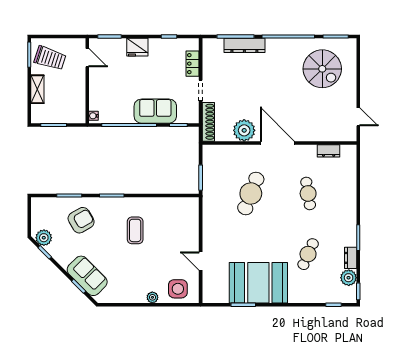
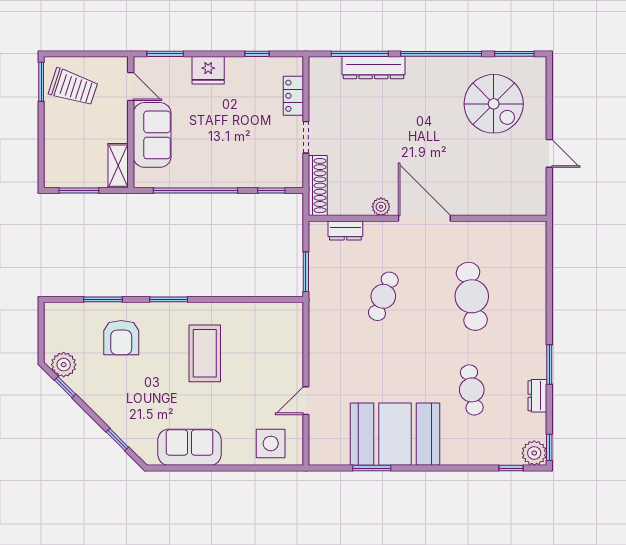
shelving: (37, 89) -> (118, 166), moved
sofa: (155, 111) -> (152, 135), moved, turned 90
water cooler: (94, 116) -> (141, 176), removed
door: (358, 117) -> (549, 153), moved
plant: (244, 130) -> (381, 207), width x0.53, depth x0.53
dresser: (329, 151) -> (345, 230), moved
cafe table: (251, 193) -> (383, 296), width x0.73, depth x0.74
cafe table: (308, 193) -> (472, 296), width x1.37, depth x1.35
armchair: (81, 220) -> (121, 338), turned 120
coffee table: (135, 230) -> (205, 353), width x1.36, depth x1.32
cafe table: (308, 254) -> (472, 390), turned -33
door: (201, 261) -> (306, 401), hinge flipped
sofa: (87, 276) -> (189, 447), moved, turned -45
plant: (349, 278) -> (534, 453), moved
plant: (152, 297) -> (231, 457), removed

